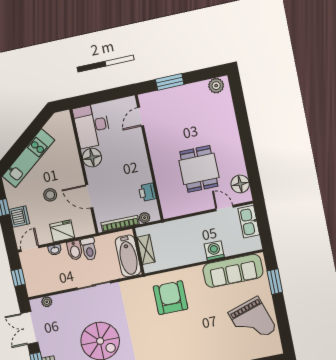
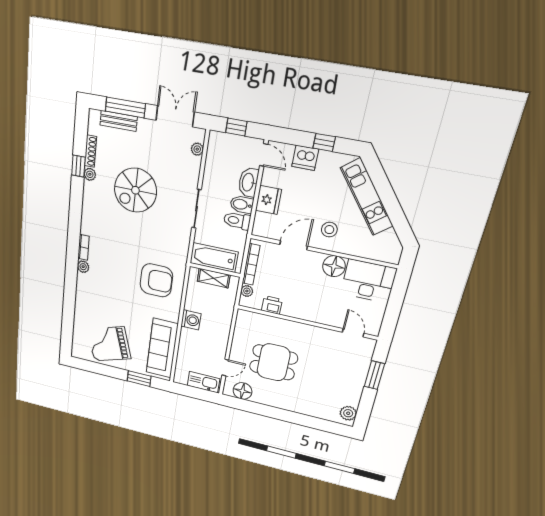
stool: (50, 195) -> (329, 230), moved
washbasin: (55, 250) -> (248, 182), width x1.91, depth x1.45
washing machine: (214, 251) -> (191, 320), moved

